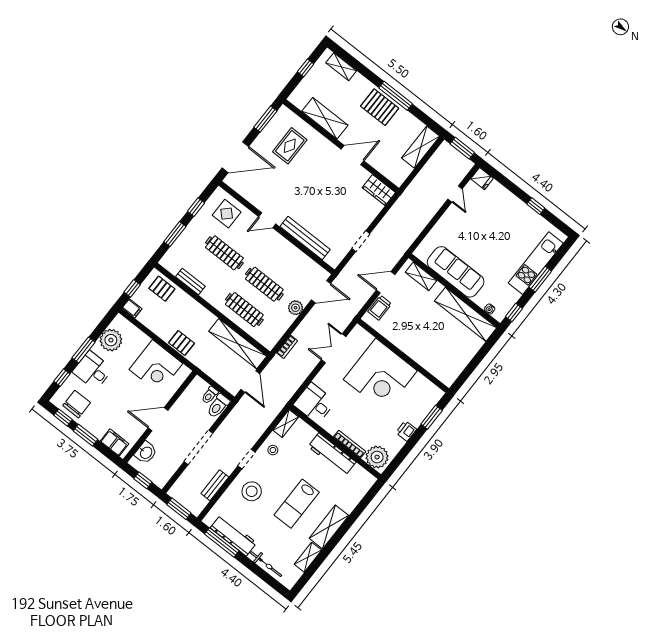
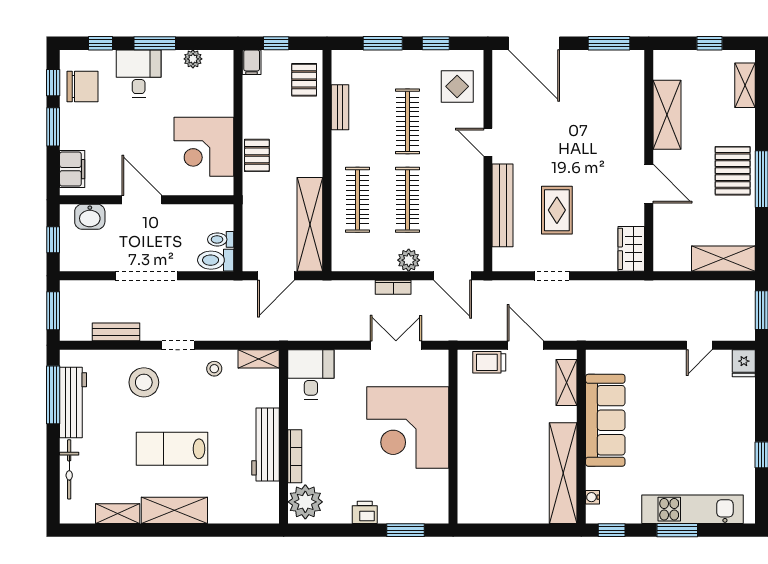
rug: (290, 146) -> (557, 210), moved, turned 90
plant: (111, 340) -> (193, 59), width x0.53, depth x0.53
bookcase: (287, 347) -> (393, 287), moved

